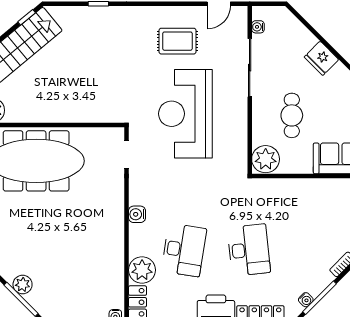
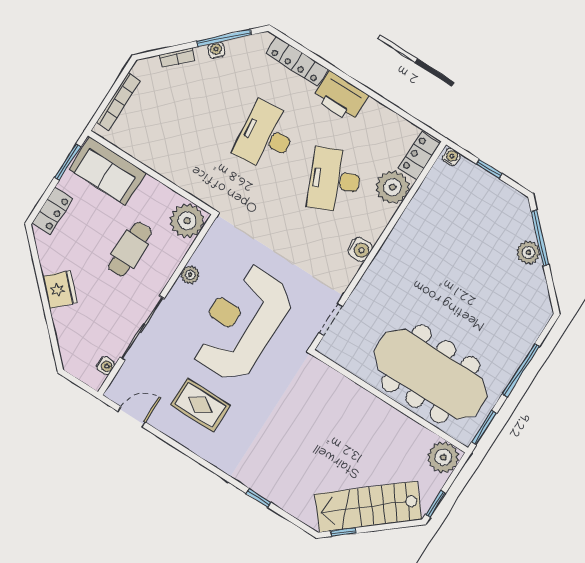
reception desk: (185, 114) -> (241, 323), turned 180
plant: (240, 124) -> (190, 275), added
desk: (184, 250) -> (335, 180), turned -33
water cooler: (306, 300) -> (216, 50), moved

